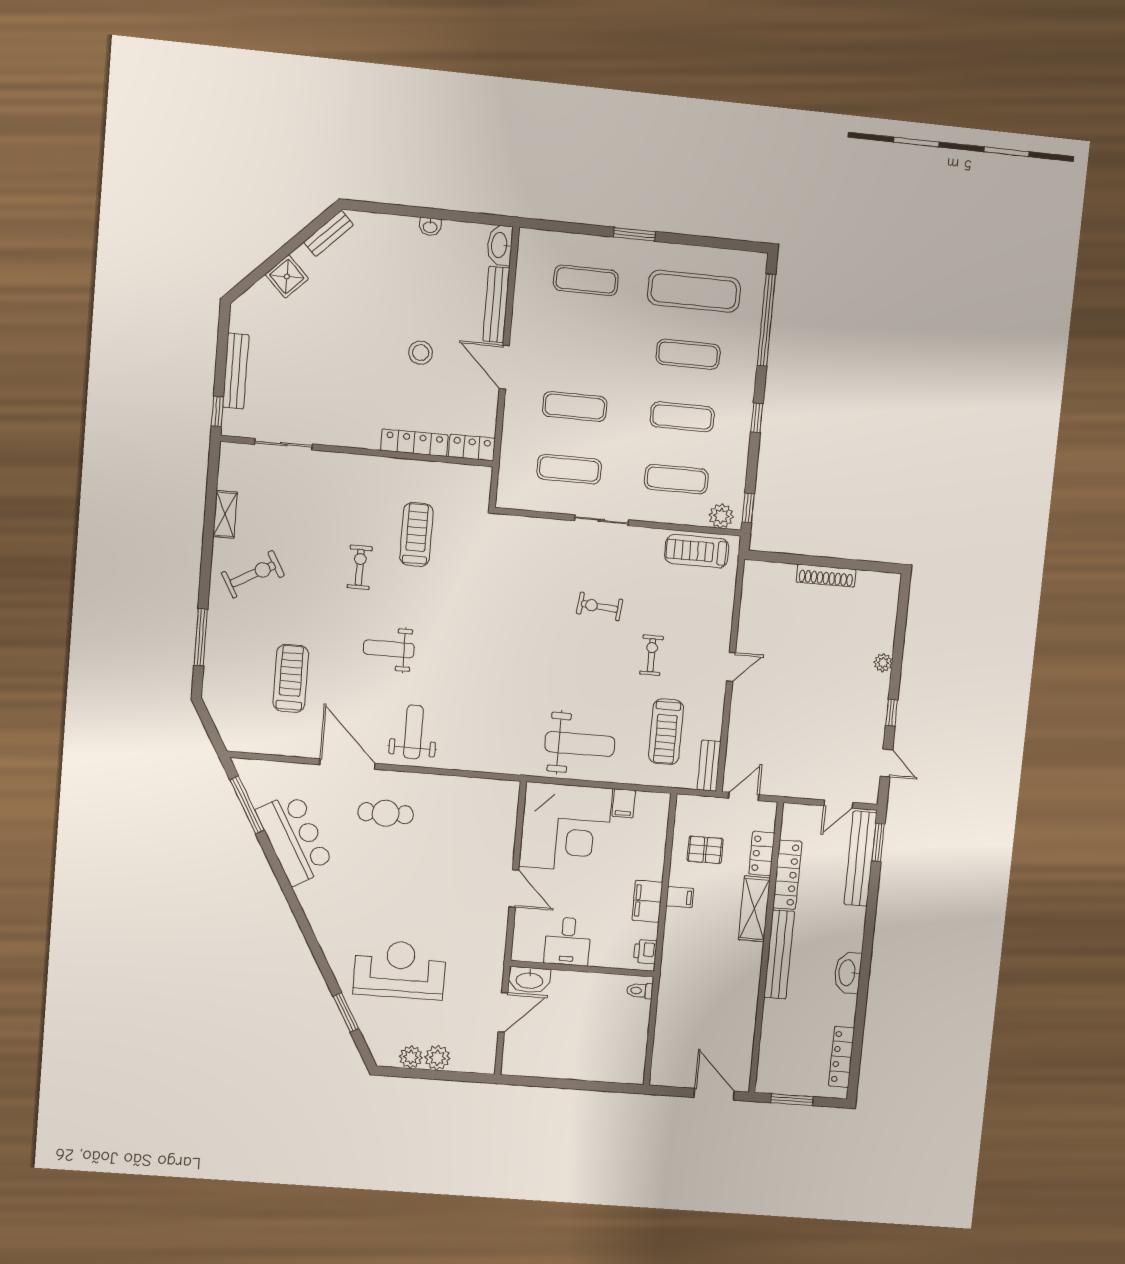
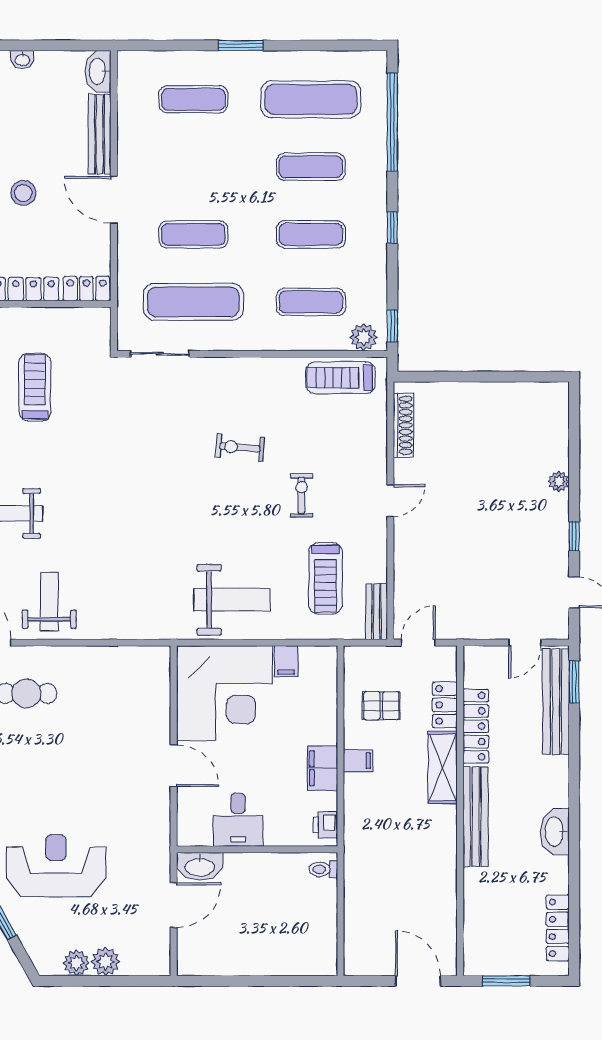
exercise mat: (569, 469) -> (193, 302), width x1.36, depth x1.45
sliding door: (602, 520) -> (160, 354), moved
shoe rack: (826, 576) -> (403, 425), moved, turned -90

